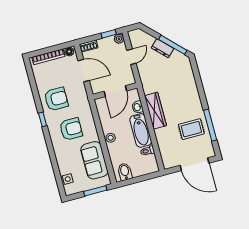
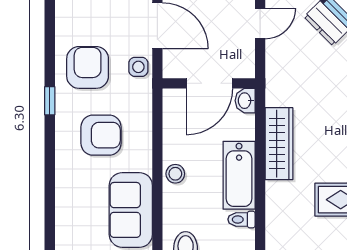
armchair: (56, 99) -> (88, 67), turned -90
washbasin: (137, 107) -> (245, 101), moved
side table: (68, 179) -> (138, 67), moved

